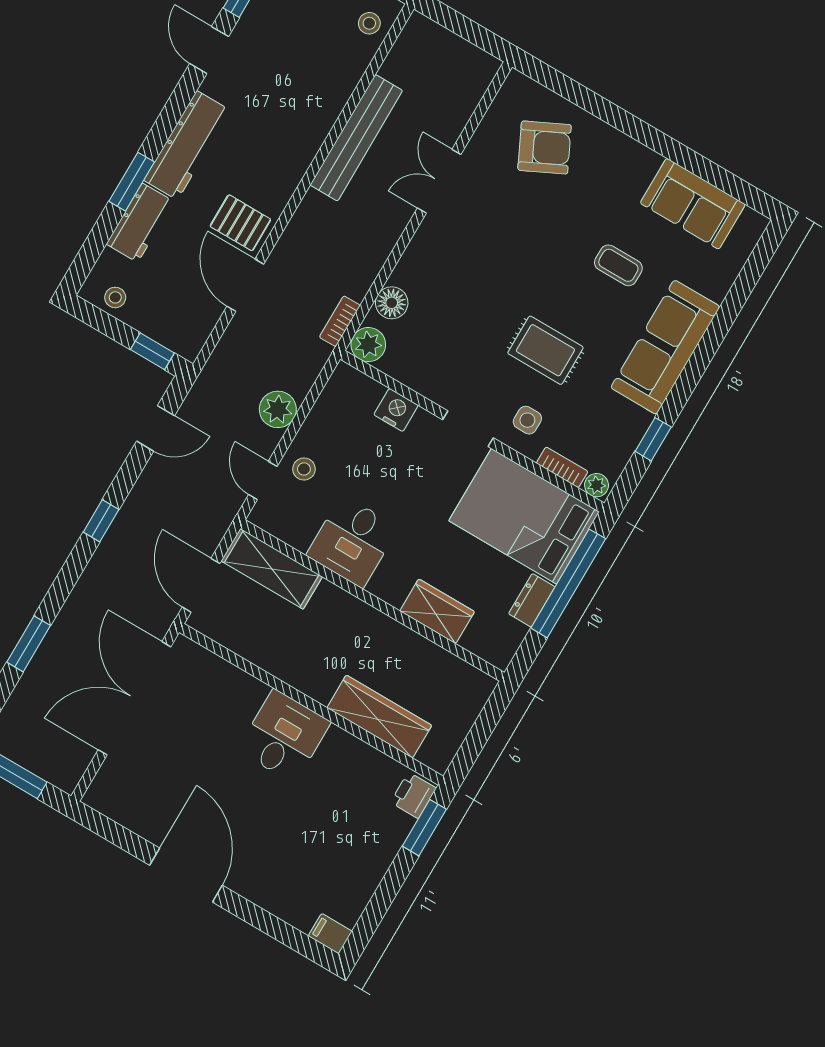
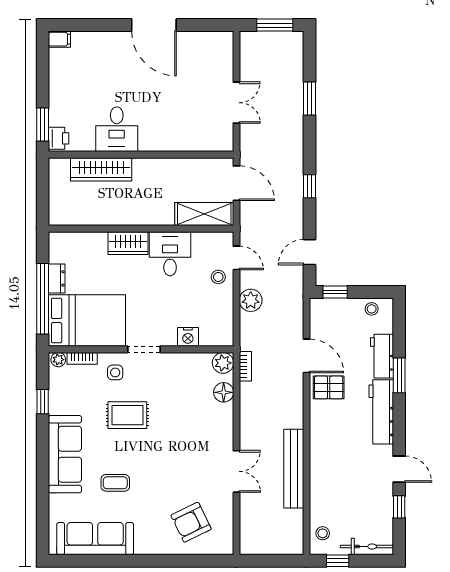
sofa: (693, 204) -> (95, 539), width x1.36
wardrobe: (437, 611) -> (128, 243), moved
double door: (134, 698) -> (236, 103), width x0.54
desk: (284, 736) -> (117, 129), moved

